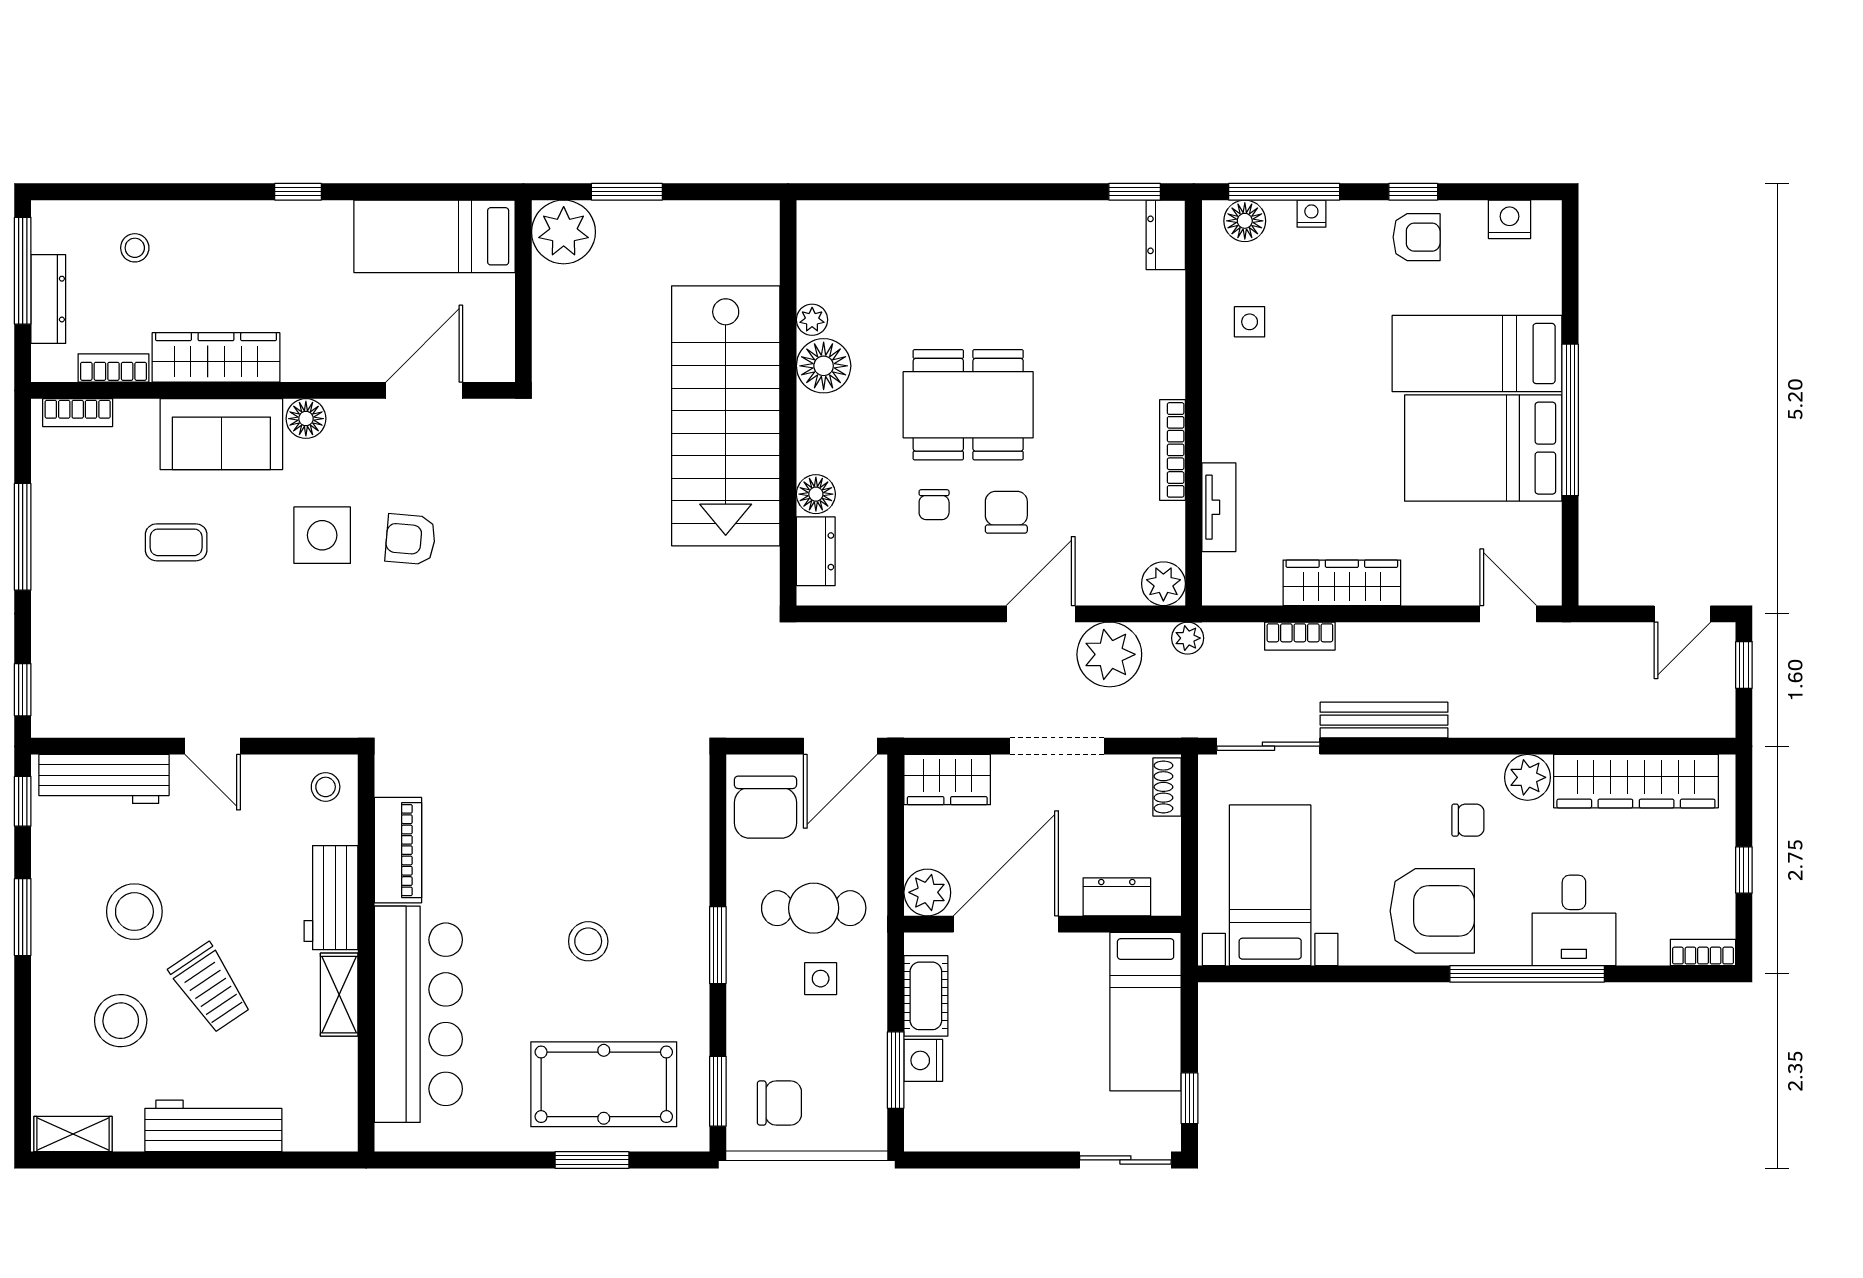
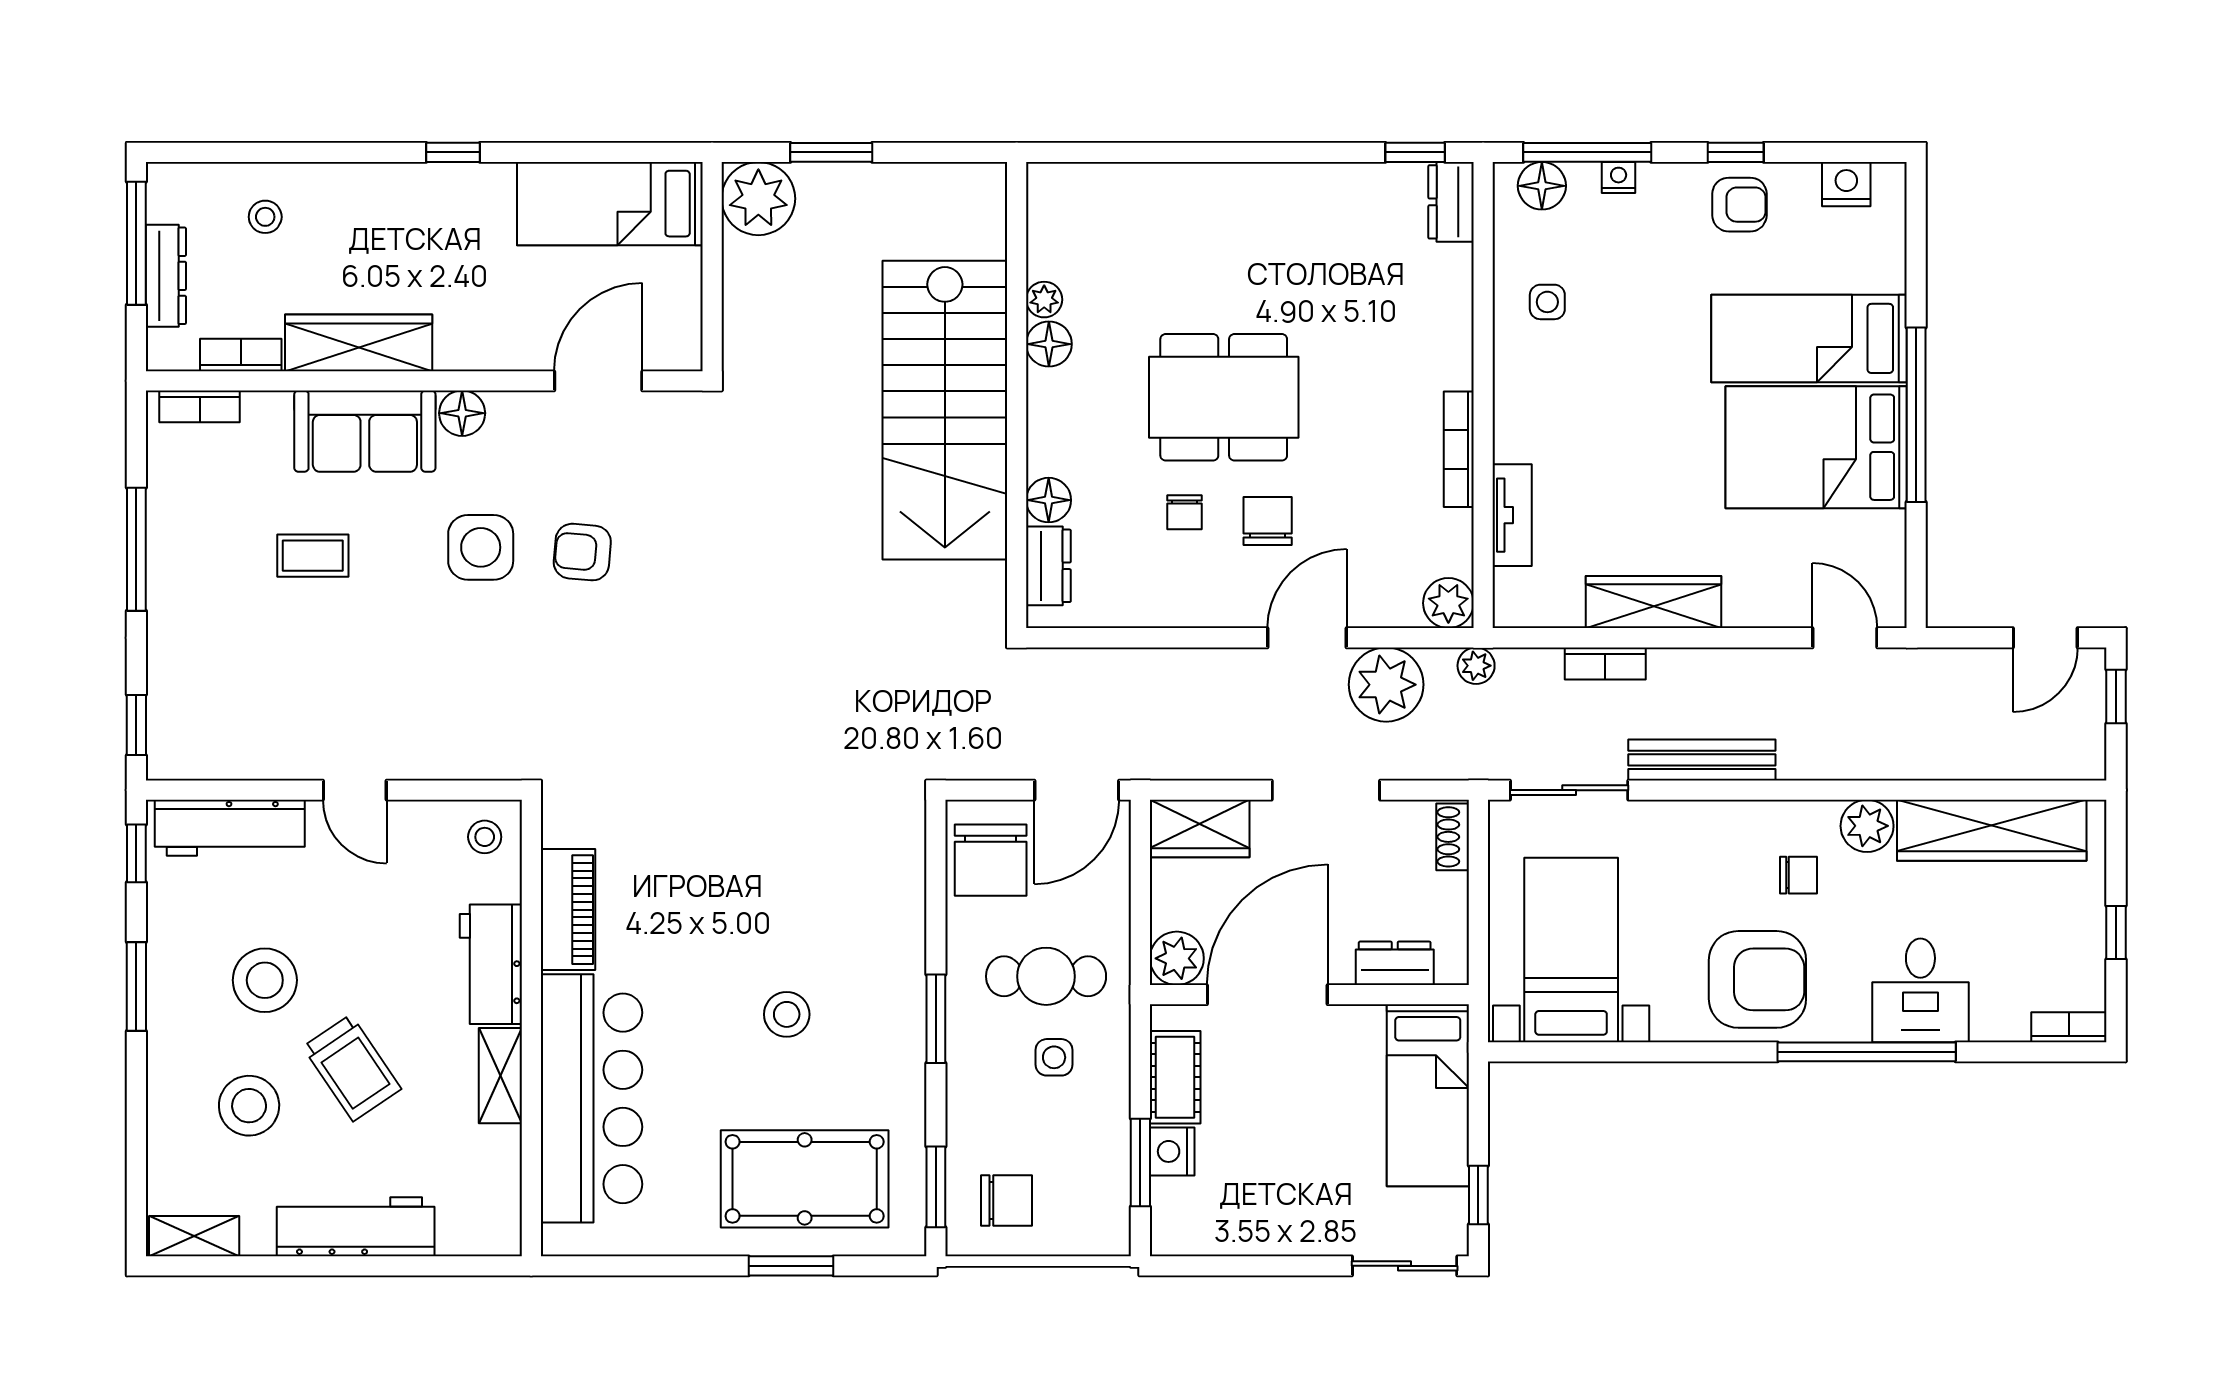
floor lamp: (824, 366) -> (1049, 344), width x0.73, depth x0.73

